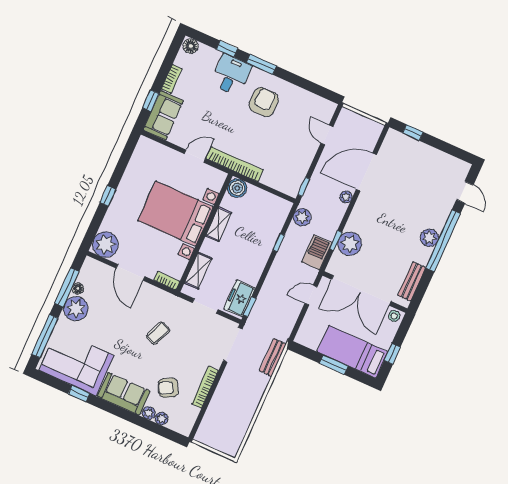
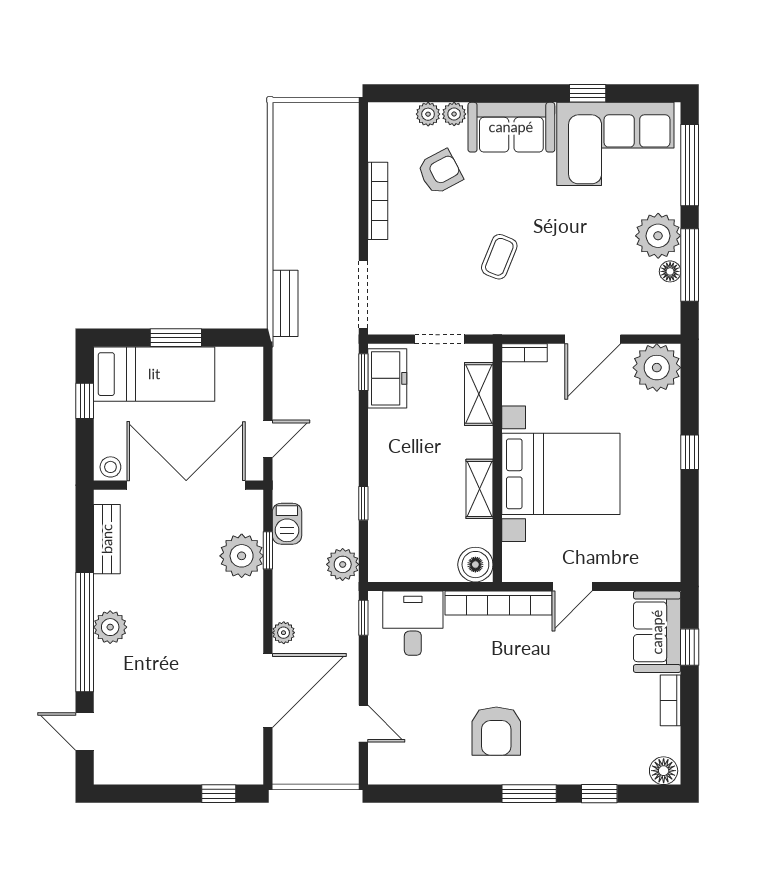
desk: (231, 75) -> (413, 623), moved, turned 180
barbecue: (317, 252) -> (287, 524), width x0.73, depth x0.79
door: (130, 272) -> (593, 339), swing flipped

